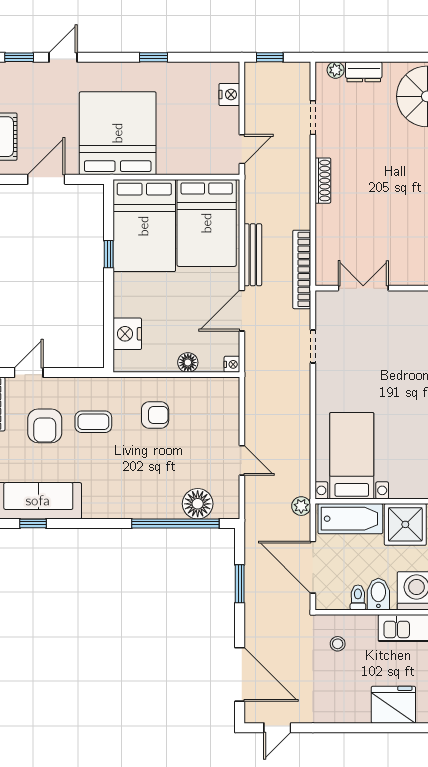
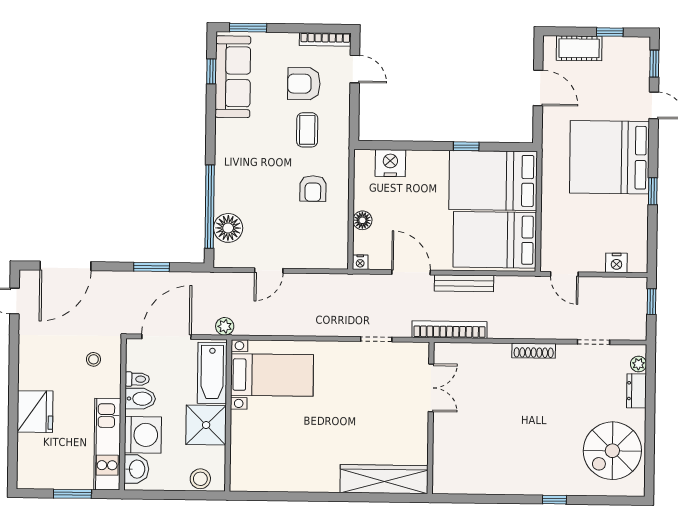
bed: (118, 133) -> (609, 157), moved, turned 180

